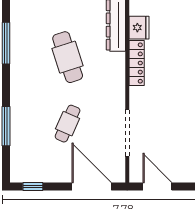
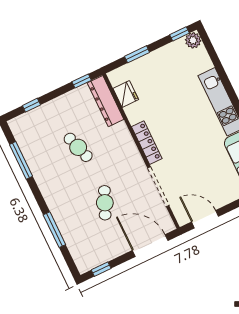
cafe table: (68, 57) -> (78, 147), width x0.73, depth x0.74
locker: (137, 63) -> (147, 143), moved

